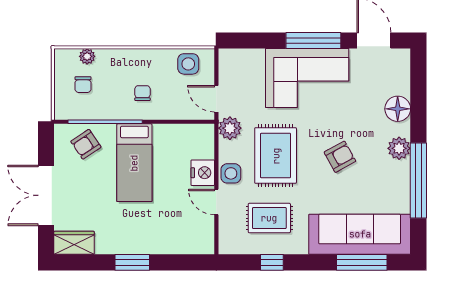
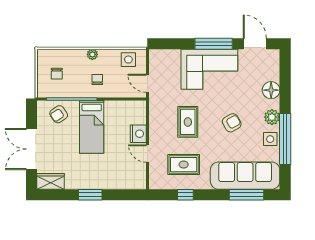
plant: (87, 56) -> (92, 54), moved
plant: (230, 128) -> (157, 103), removed
rug: (276, 156) -> (188, 122), width x0.73, depth x0.70
side table: (231, 173) -> (270, 139), moved

